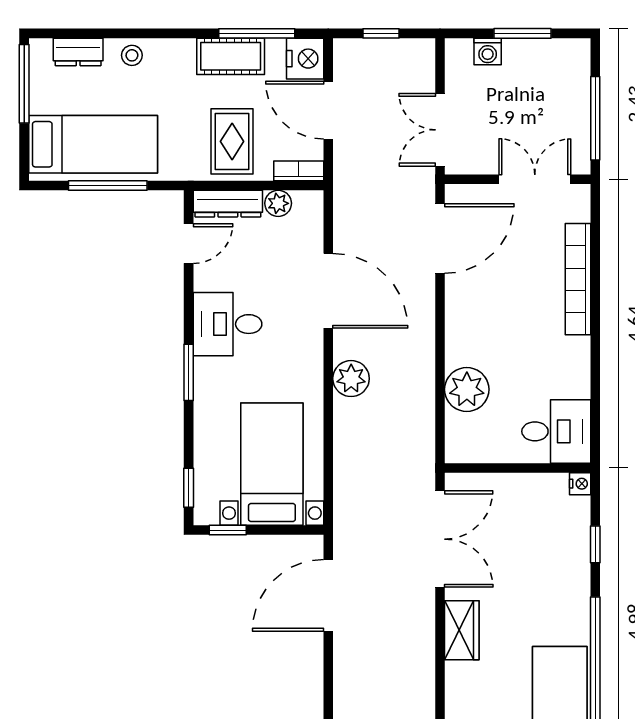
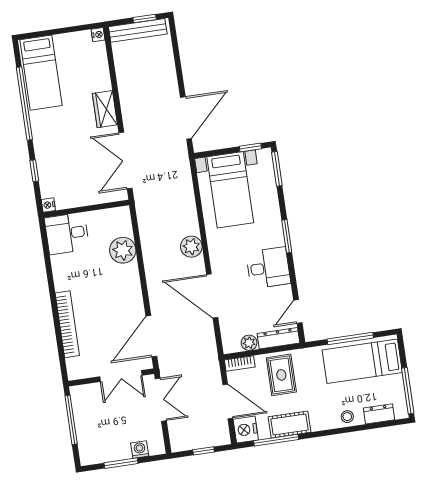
double door: (535, 179) -> (121, 376), moved
window: (189, 488) -> (277, 169), width x1.50

